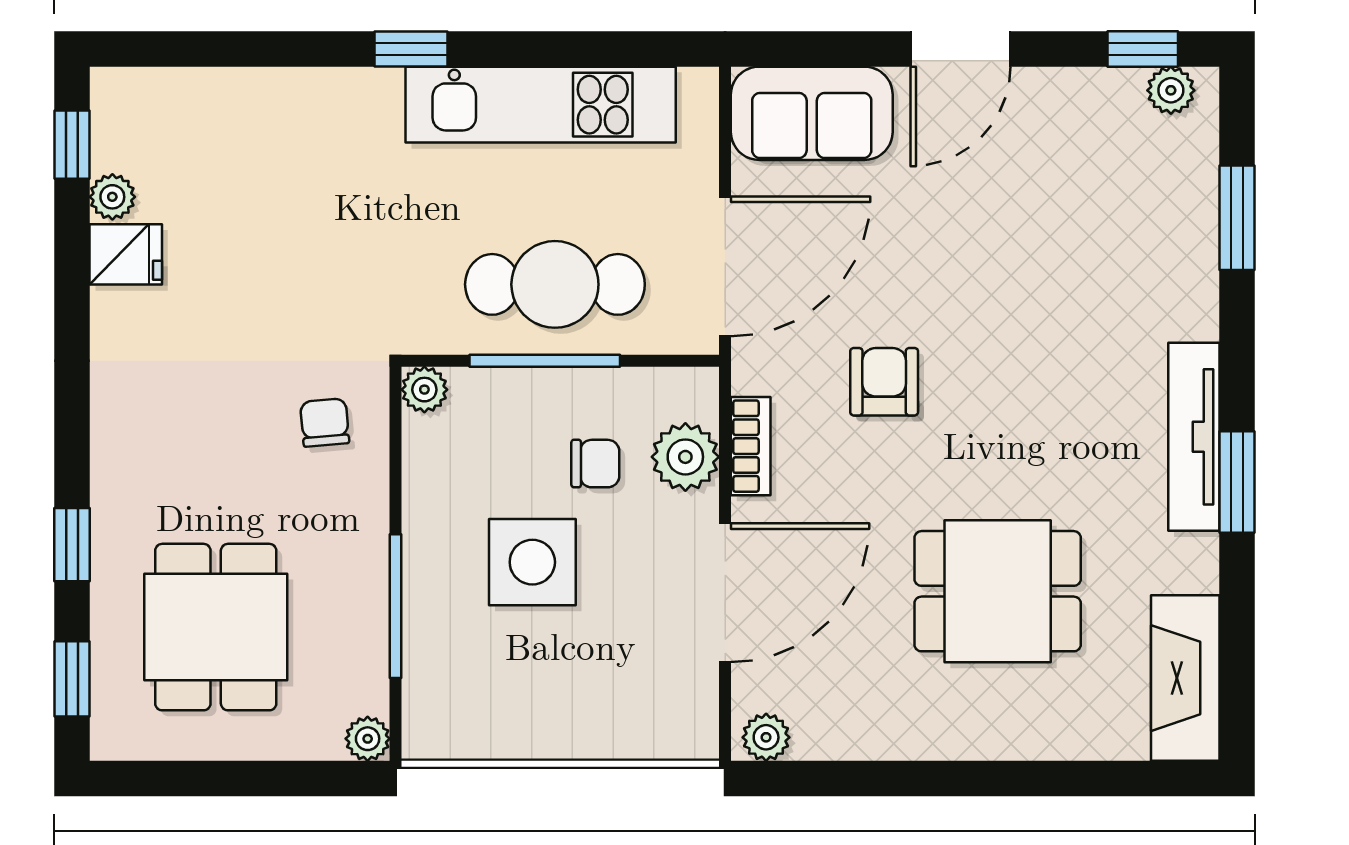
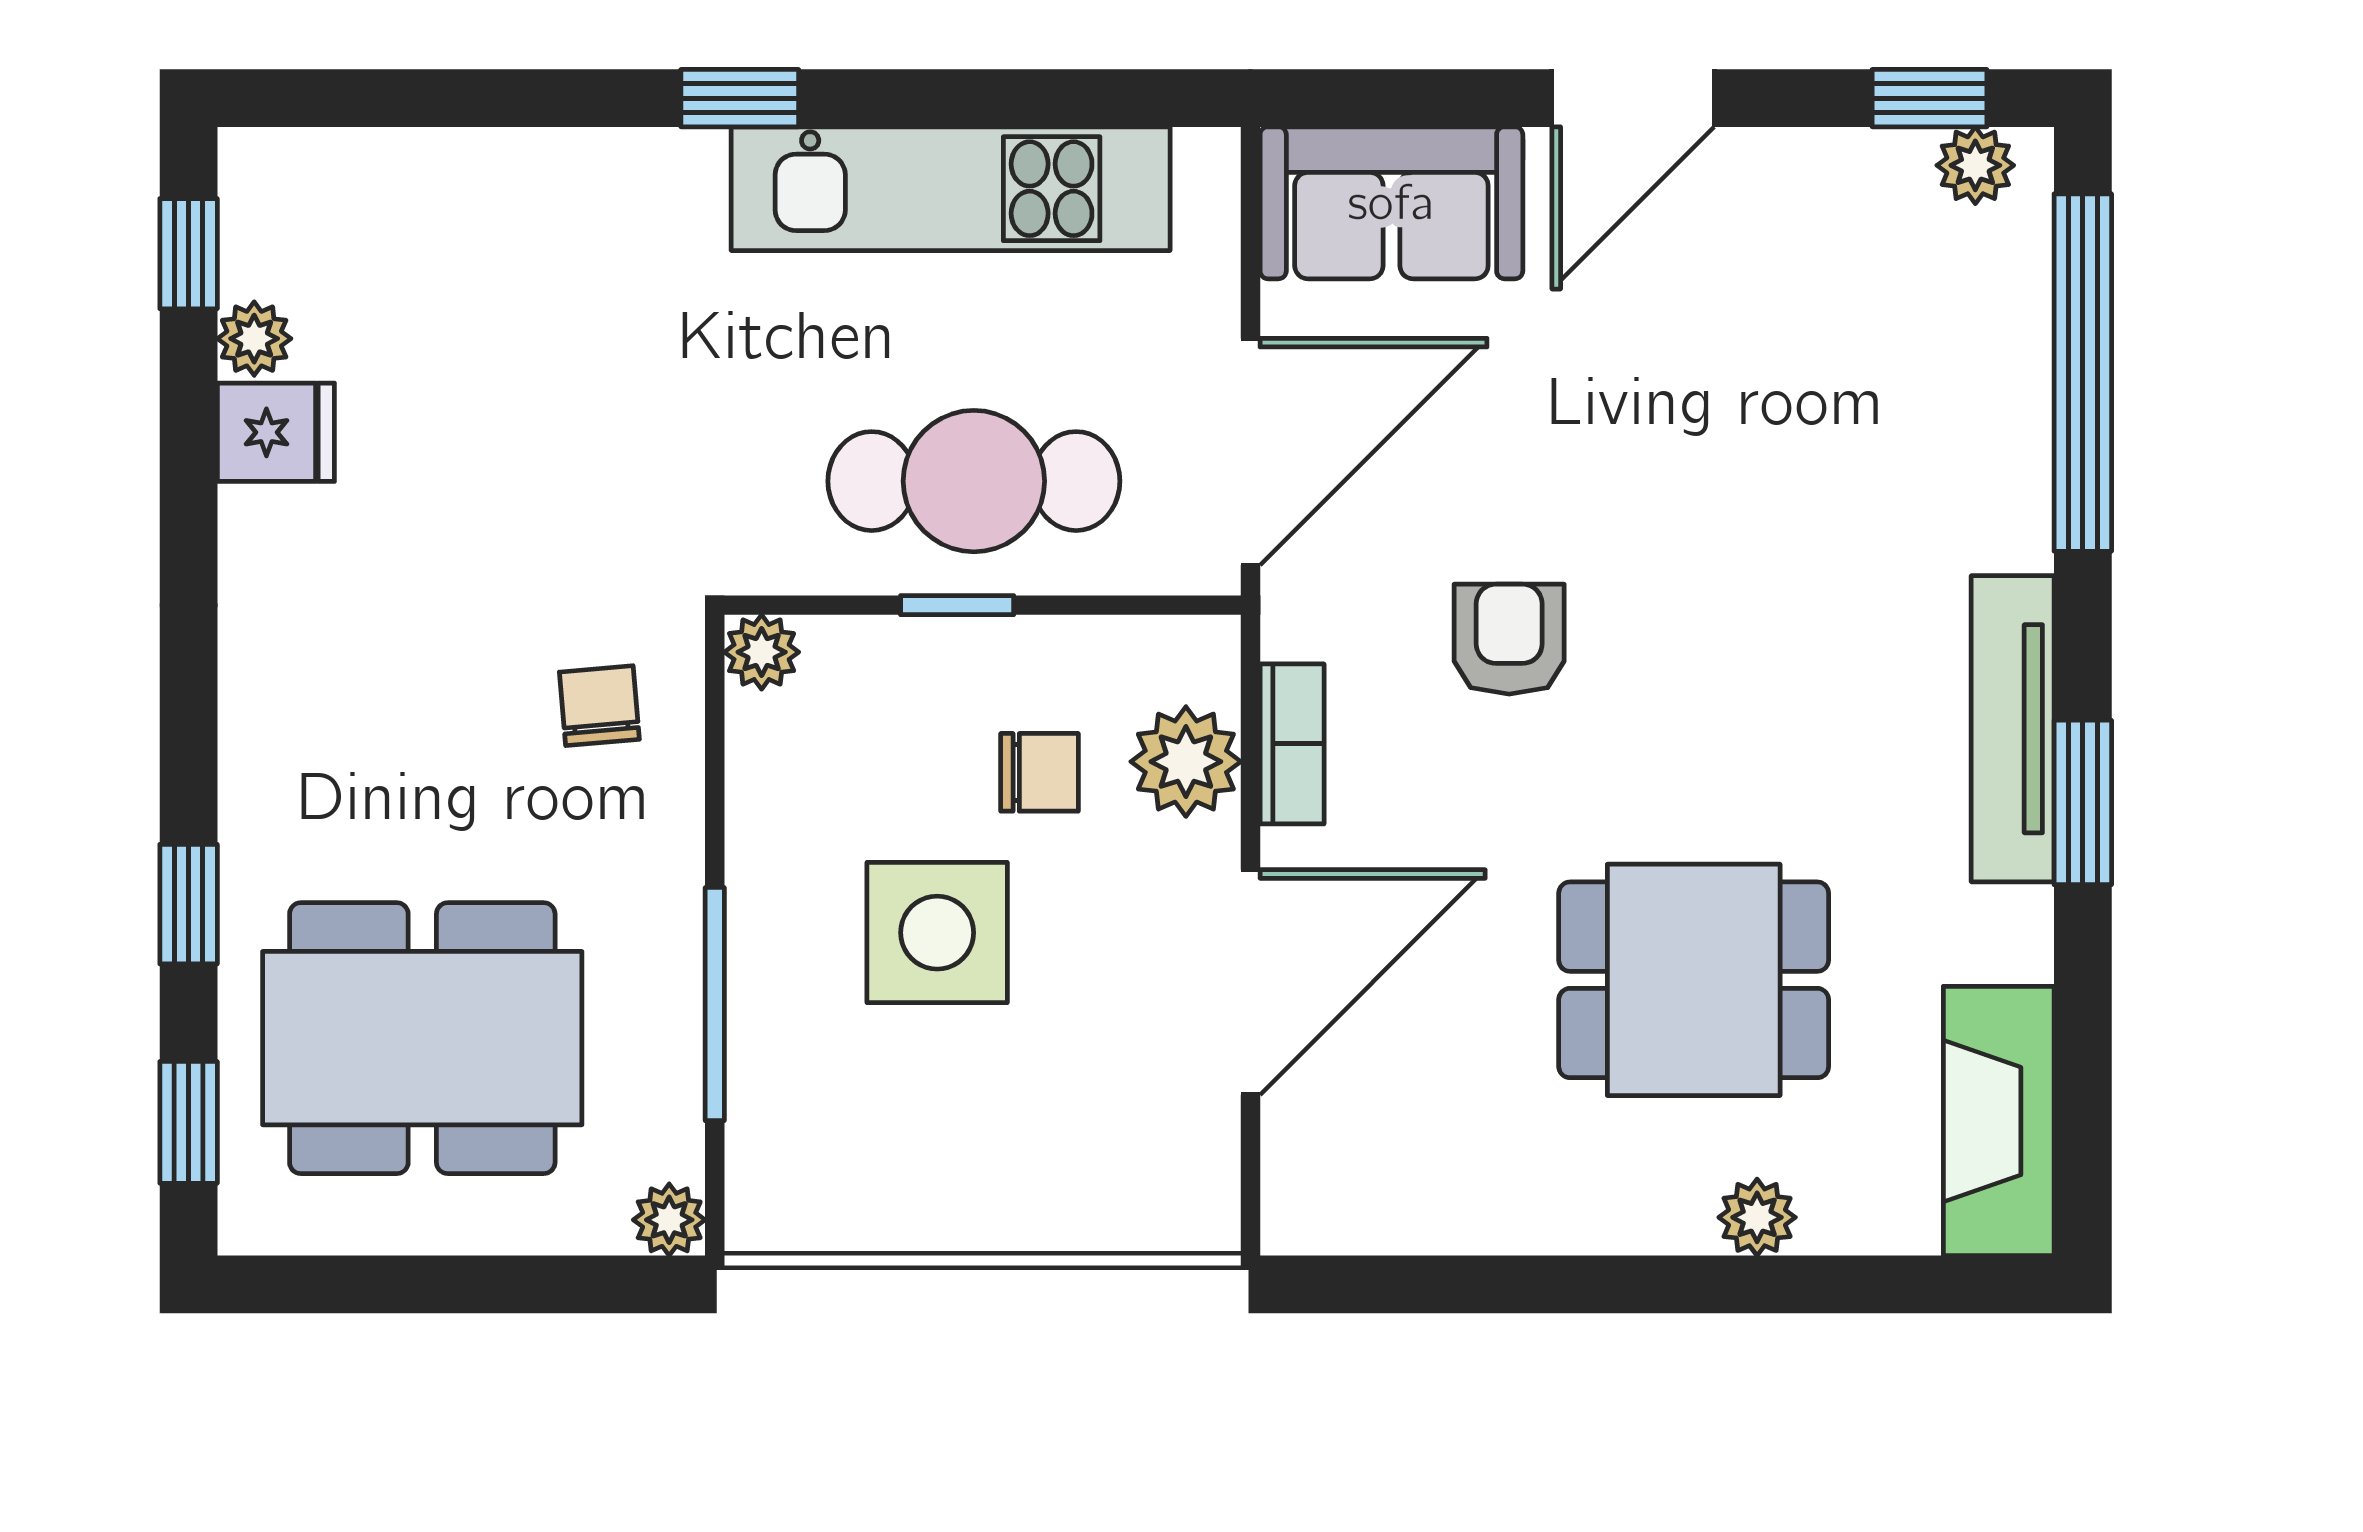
window: (1237, 218) -> (2083, 373), width x2.11
window: (545, 361) -> (957, 605), width x0.46
dining table: (216, 627) -> (422, 1038), width x1.38
plant: (766, 737) -> (1757, 1217), moved

